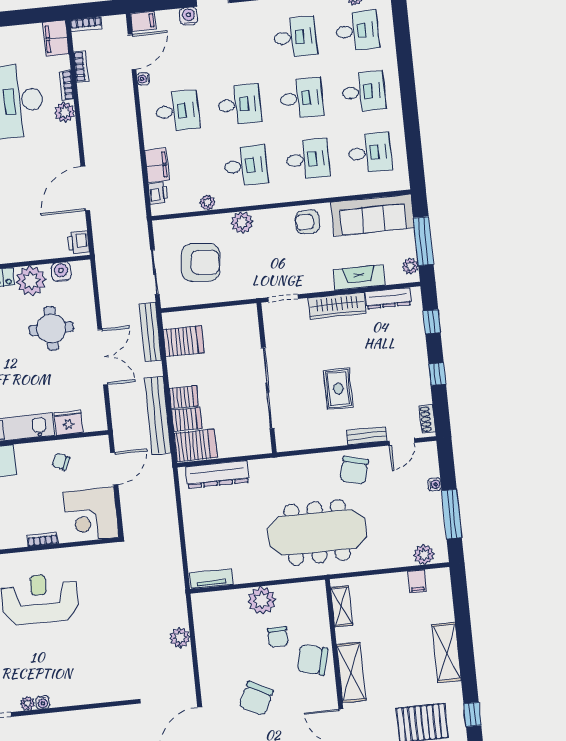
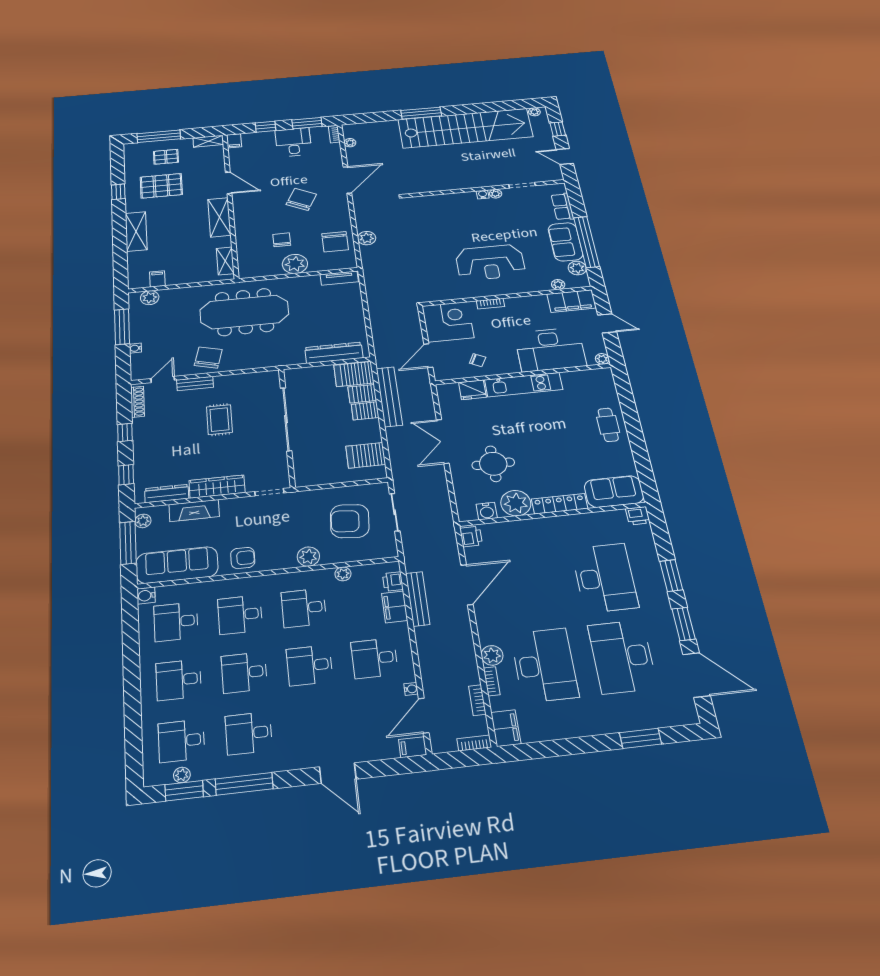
water cooler: (188, 16) -> (146, 596), moved, turned 90
bench: (151, 332) -> (418, 599), moved
shoe rack: (427, 419) -> (138, 402), width x1.43
chair: (312, 660) -> (335, 242), moved, turned 76

